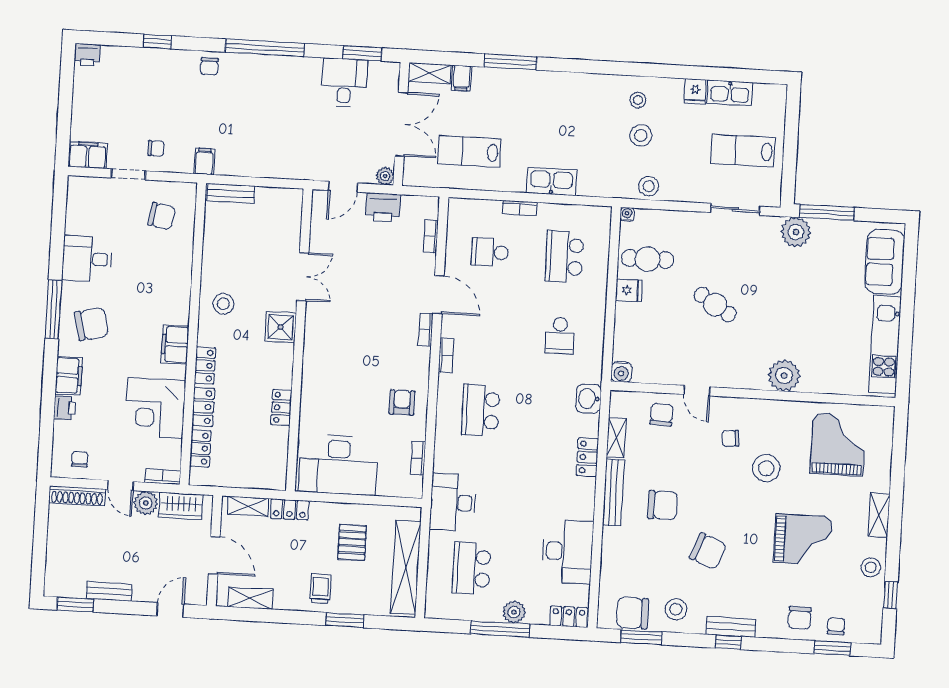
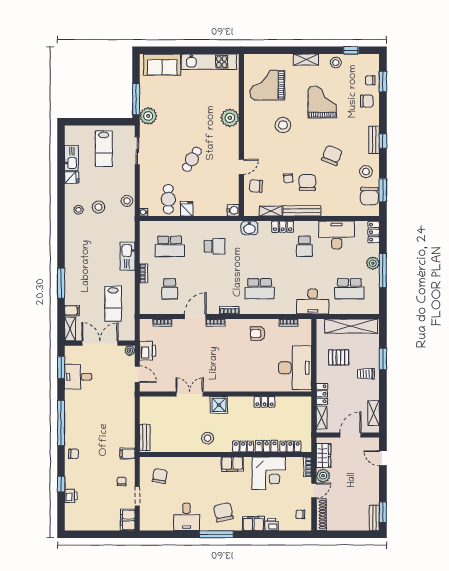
printer: (88, 55) -> (71, 496), moved
chair: (731, 438) -> (288, 178), moved
school desk: (551, 494) -> (304, 246), added
bench: (109, 591) -> (374, 518), moved

